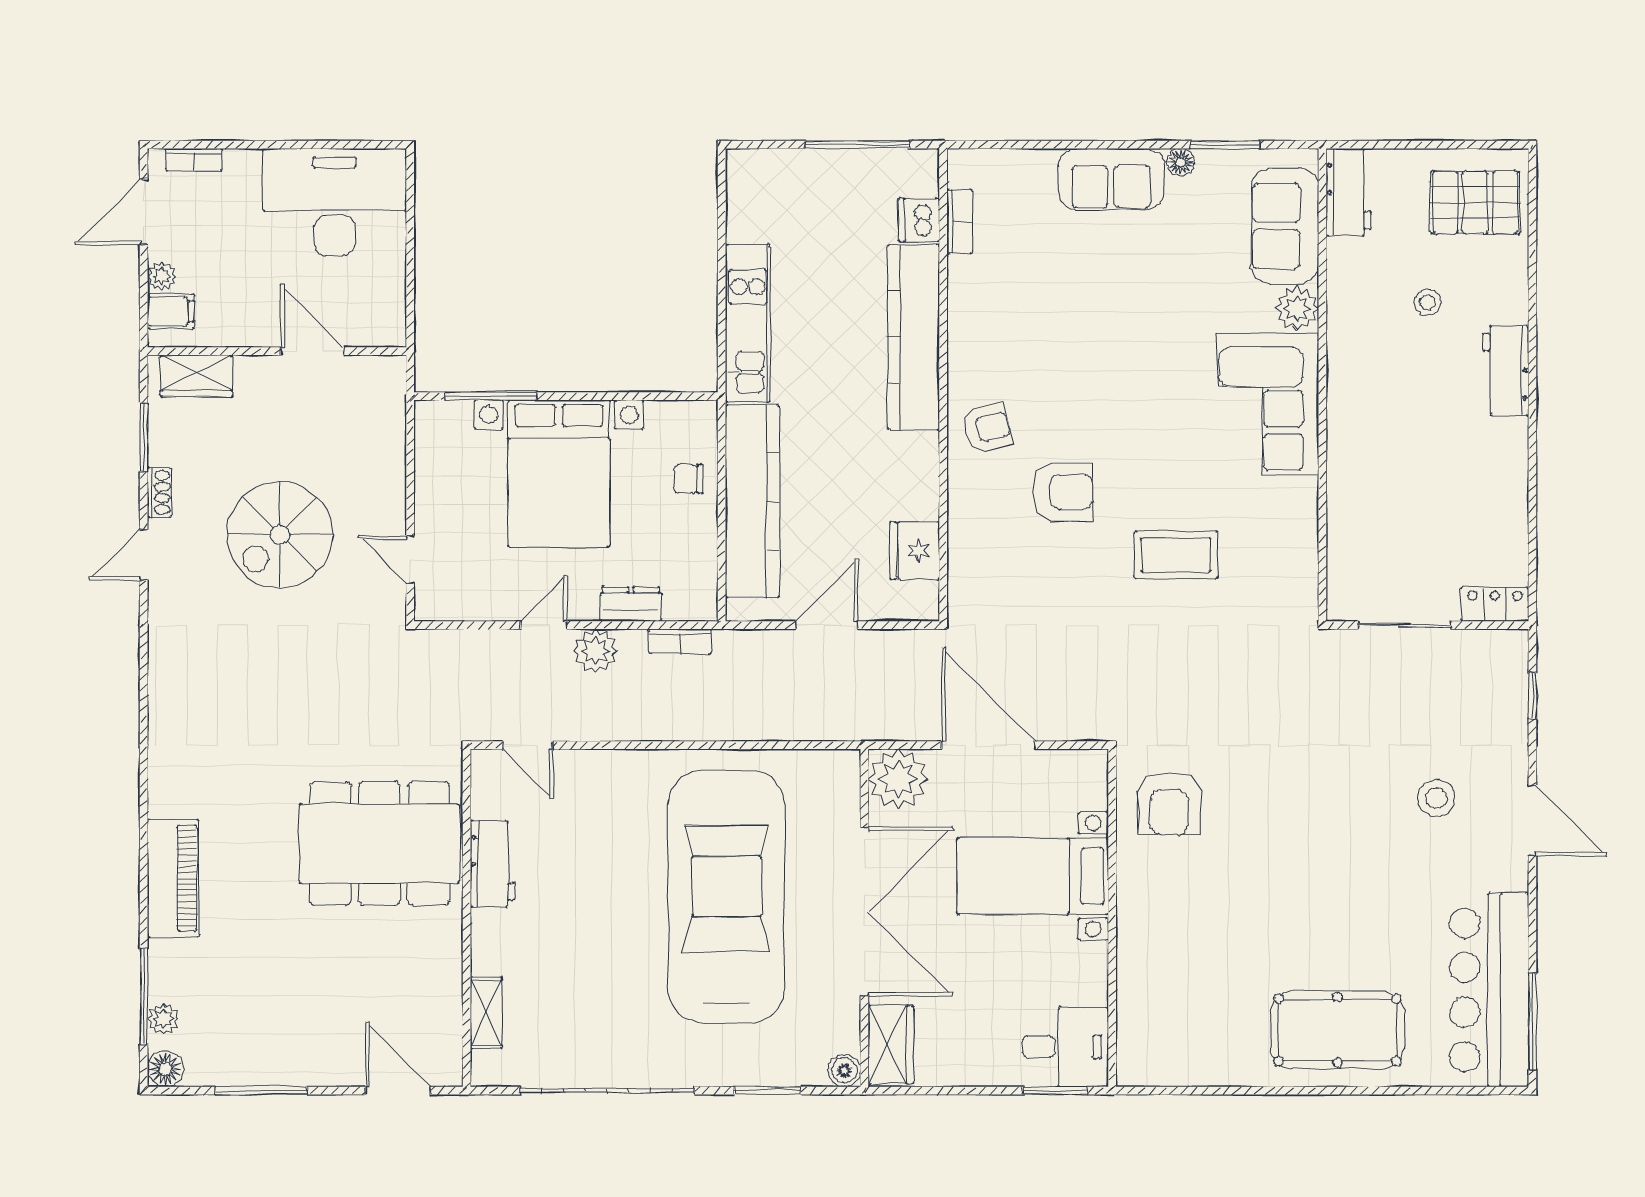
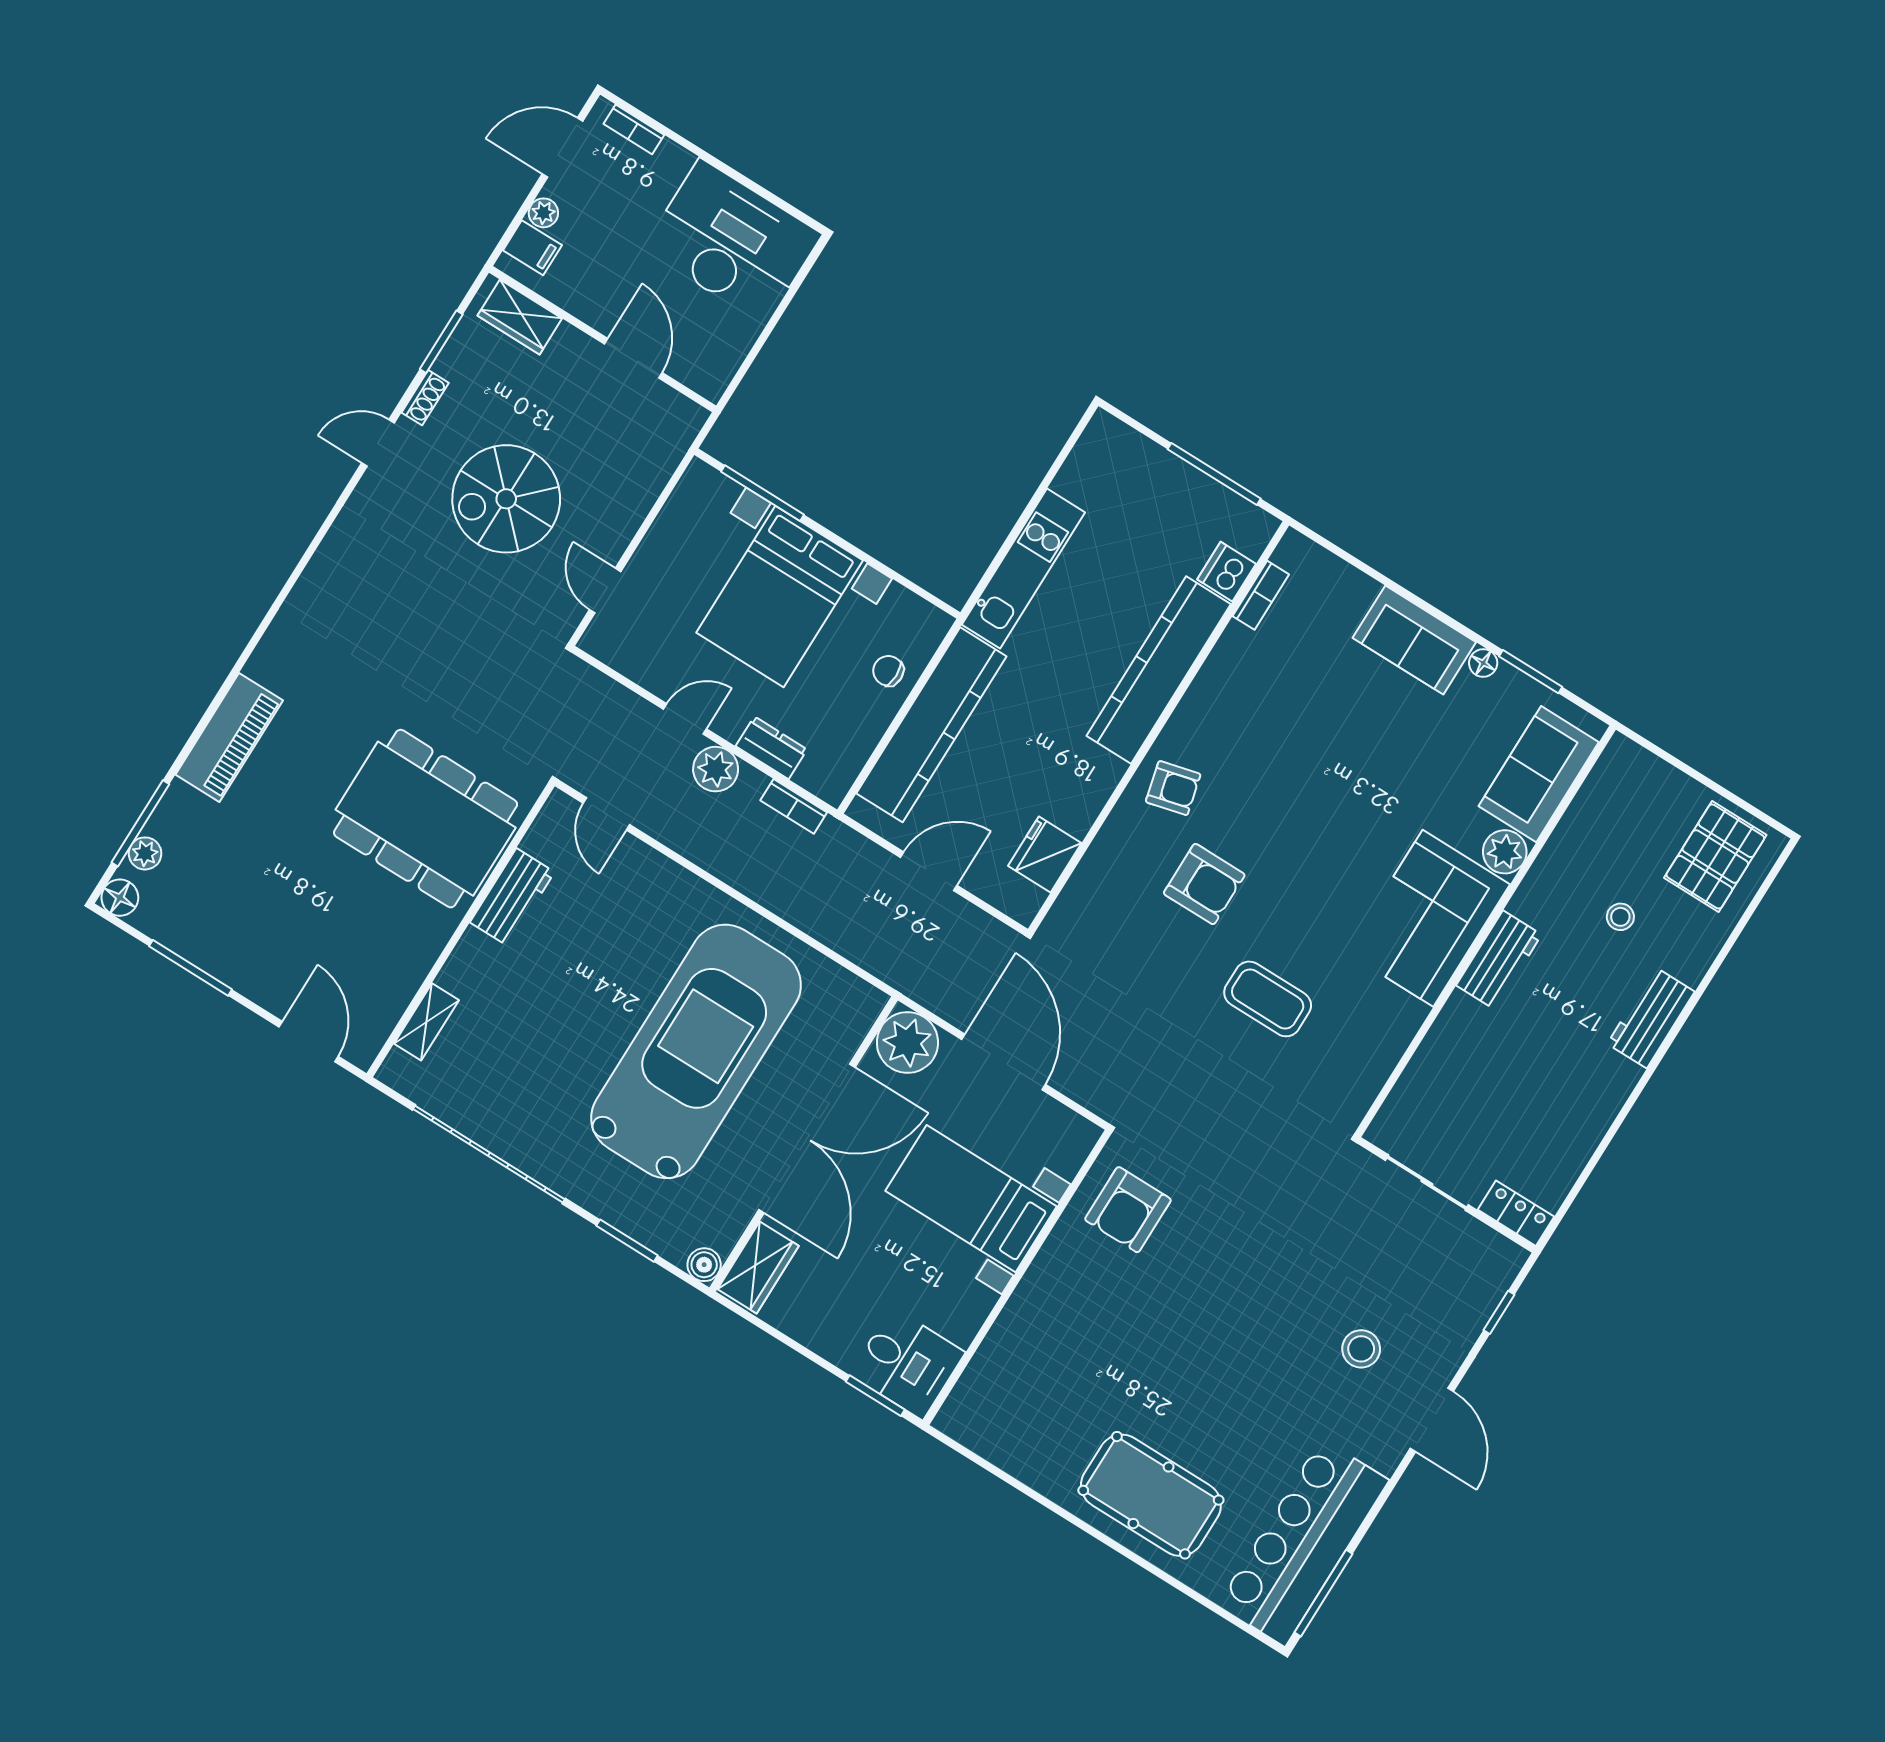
workbench: (1349, 192) -> (1499, 960), moved
pallet: (1475, 203) -> (1715, 856), turned 90

